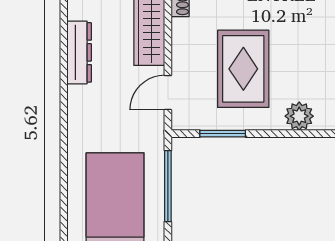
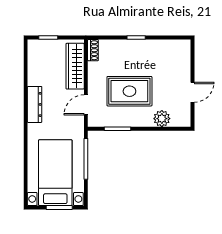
dresser: (79, 52) -> (35, 104), moved
rug: (243, 69) -> (129, 91), turned 90

